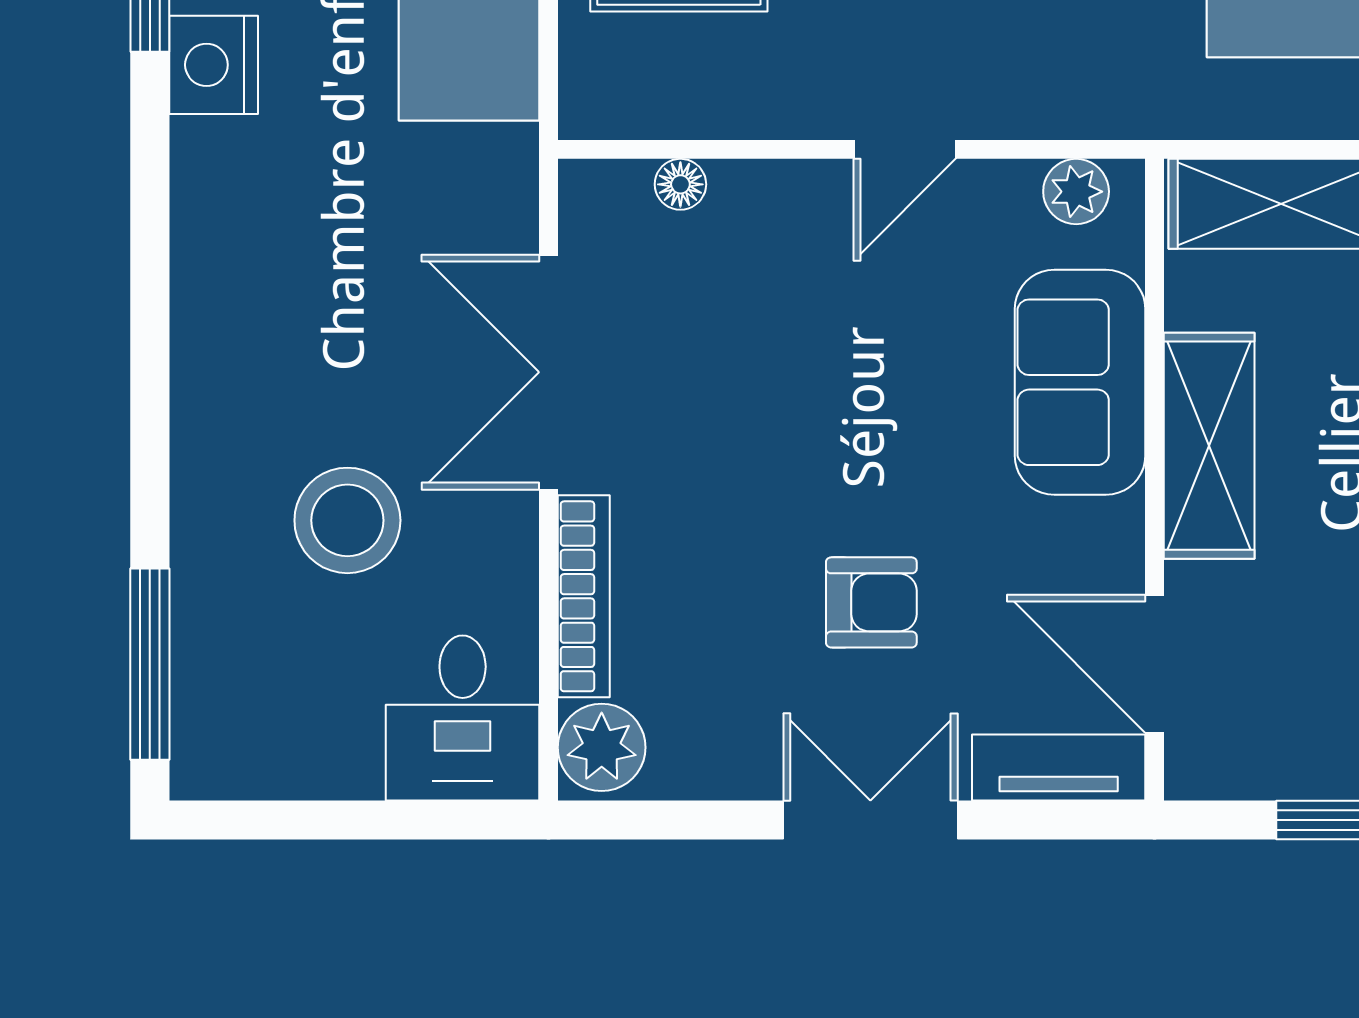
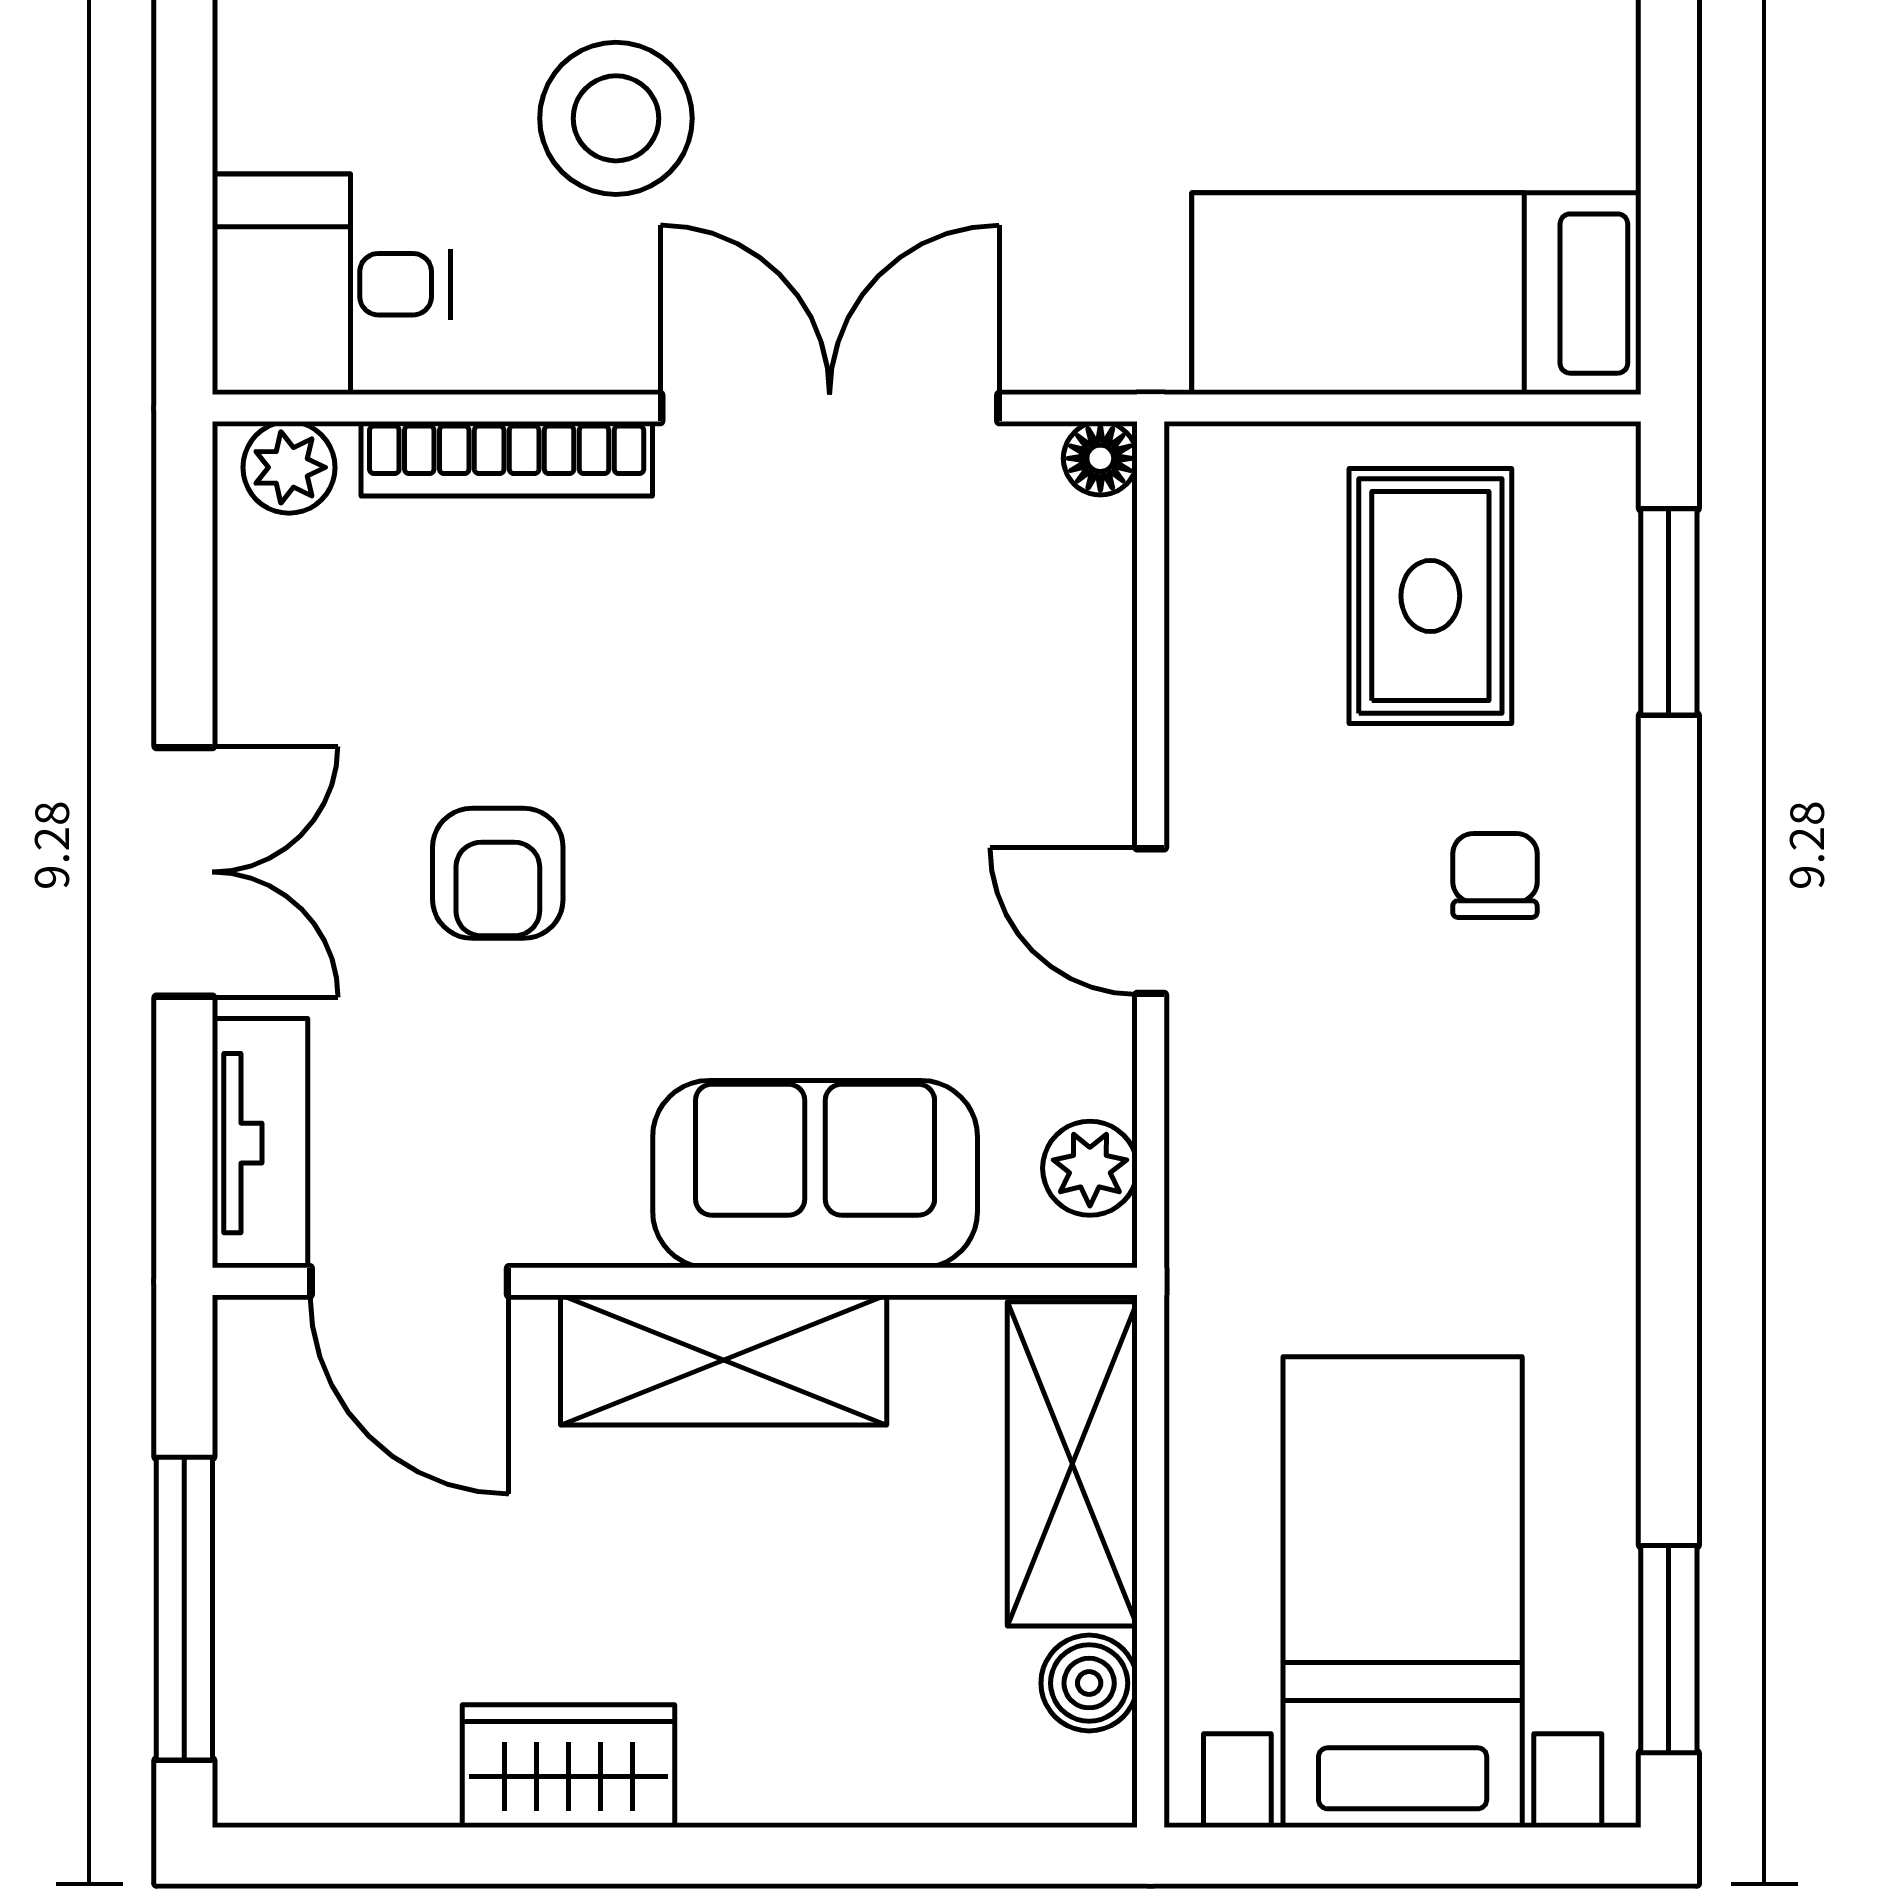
floor lamp: (680, 184) -> (1100, 458), moved
door: (1155, 664) -> (409, 1281), swing flipped
plant: (602, 747) -> (289, 467), width x0.73, depth x0.73

